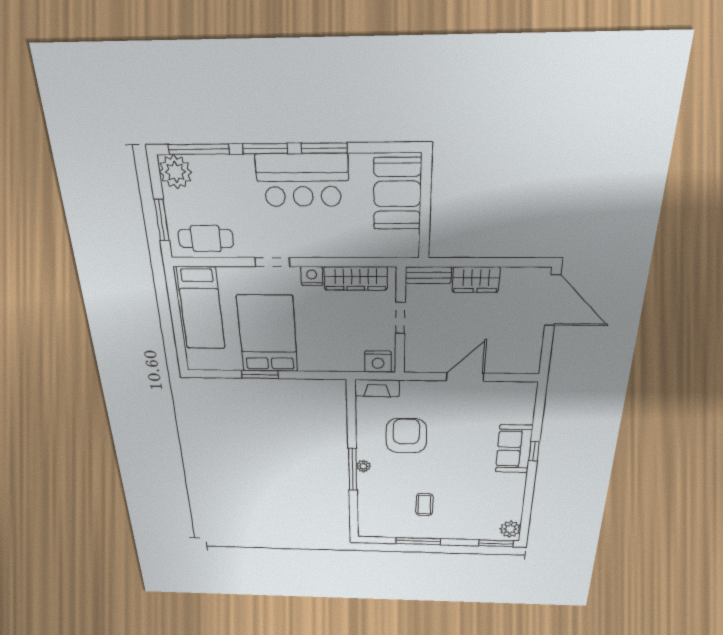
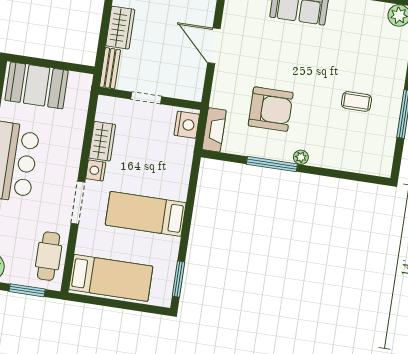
doorway: (272, 262) -> (78, 203), width x1.38
wardrobe: (356, 278) -> (102, 141), width x0.67
bed: (268, 334) -> (146, 214), width x0.67
window: (260, 375) -> (179, 279), moved
armchair: (406, 436) -> (271, 109), turned 180
window: (353, 469) -> (272, 164), moved

